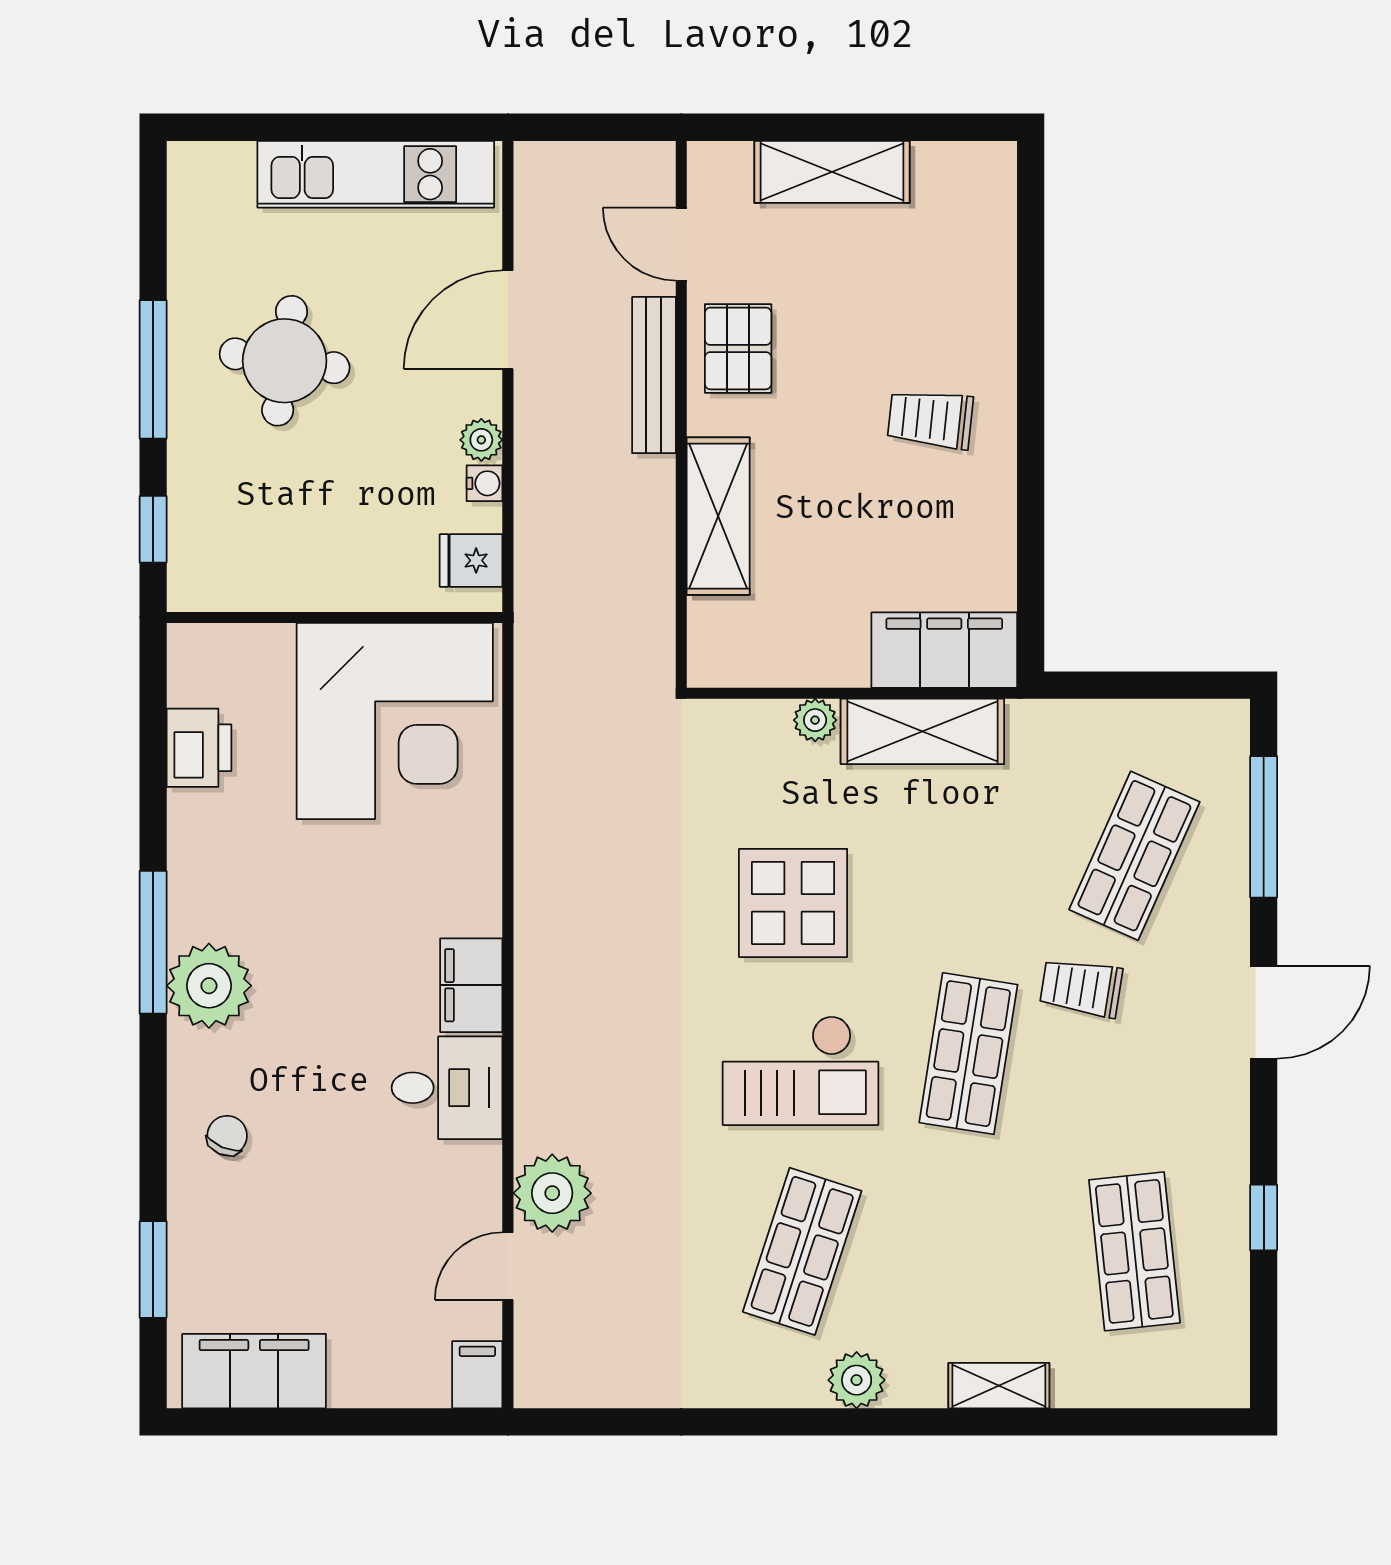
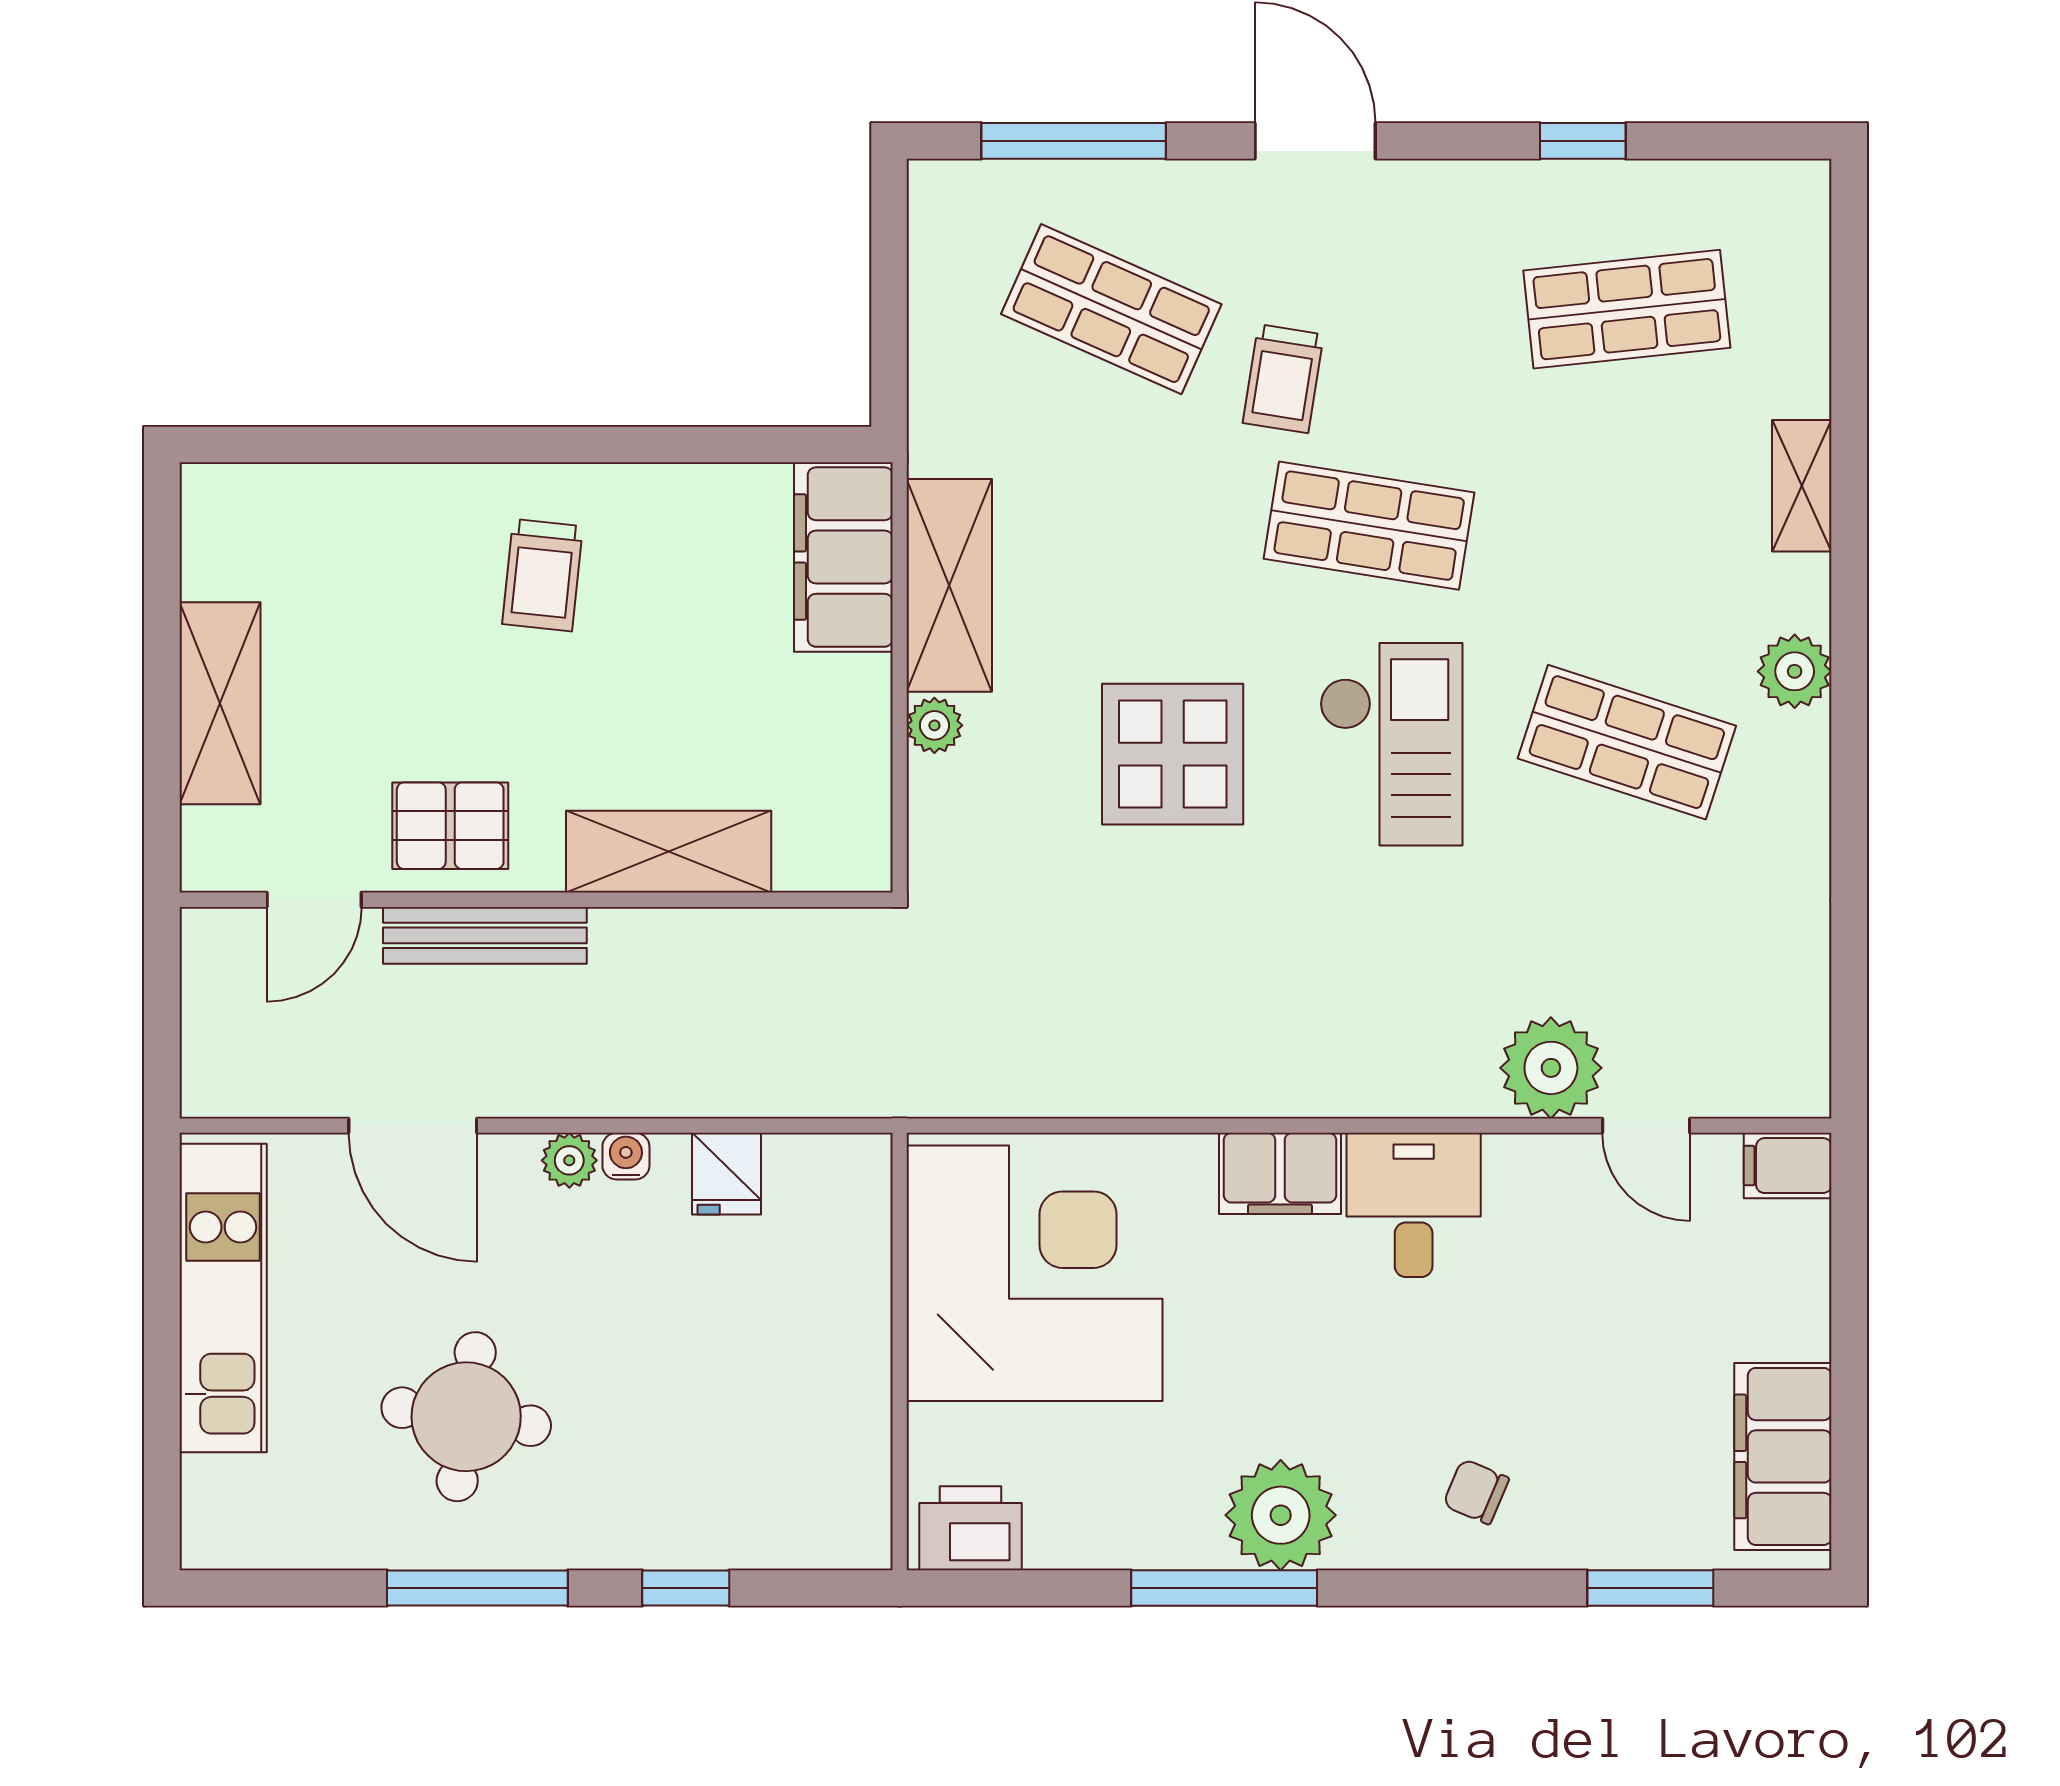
wall: (335, 617) -> (900, 1352), moved
corner desk: (395, 721) -> (1035, 1273), moved

